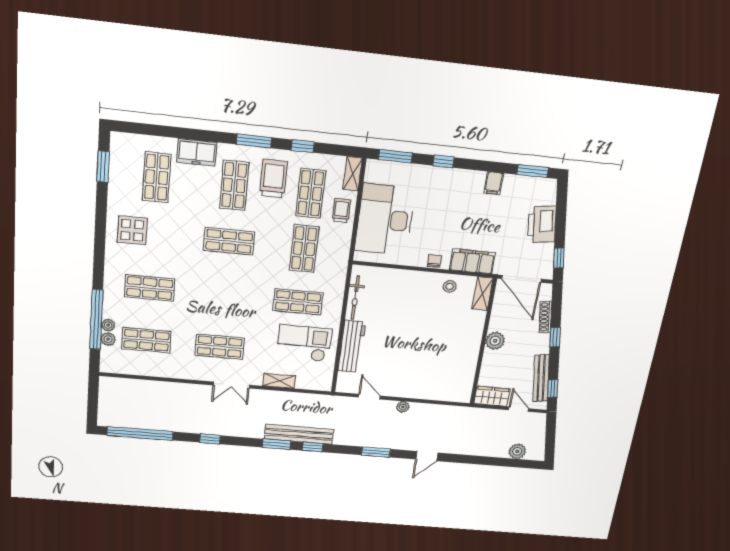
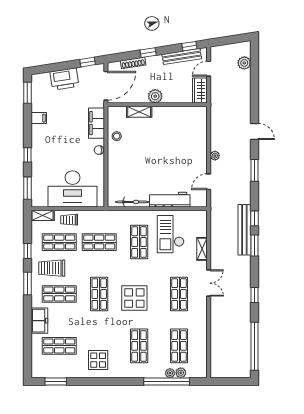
display table: (219, 288) -> (134, 298), added
shelving: (482, 294) -> (139, 112), moved

